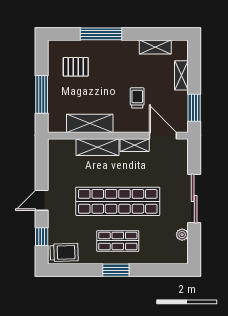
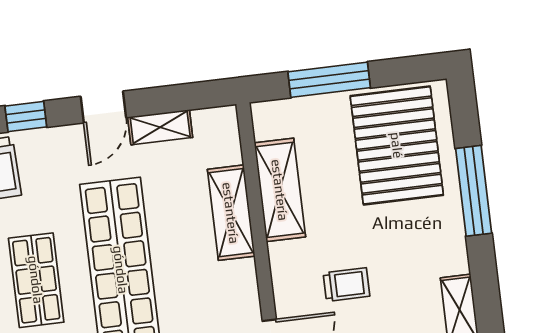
pallet: (76, 67) -> (397, 145), width x2.05, depth x2.00
shelving: (135, 145) -> (160, 127), moved, turned 90
door: (42, 200) -> (103, 107), swing flipped

